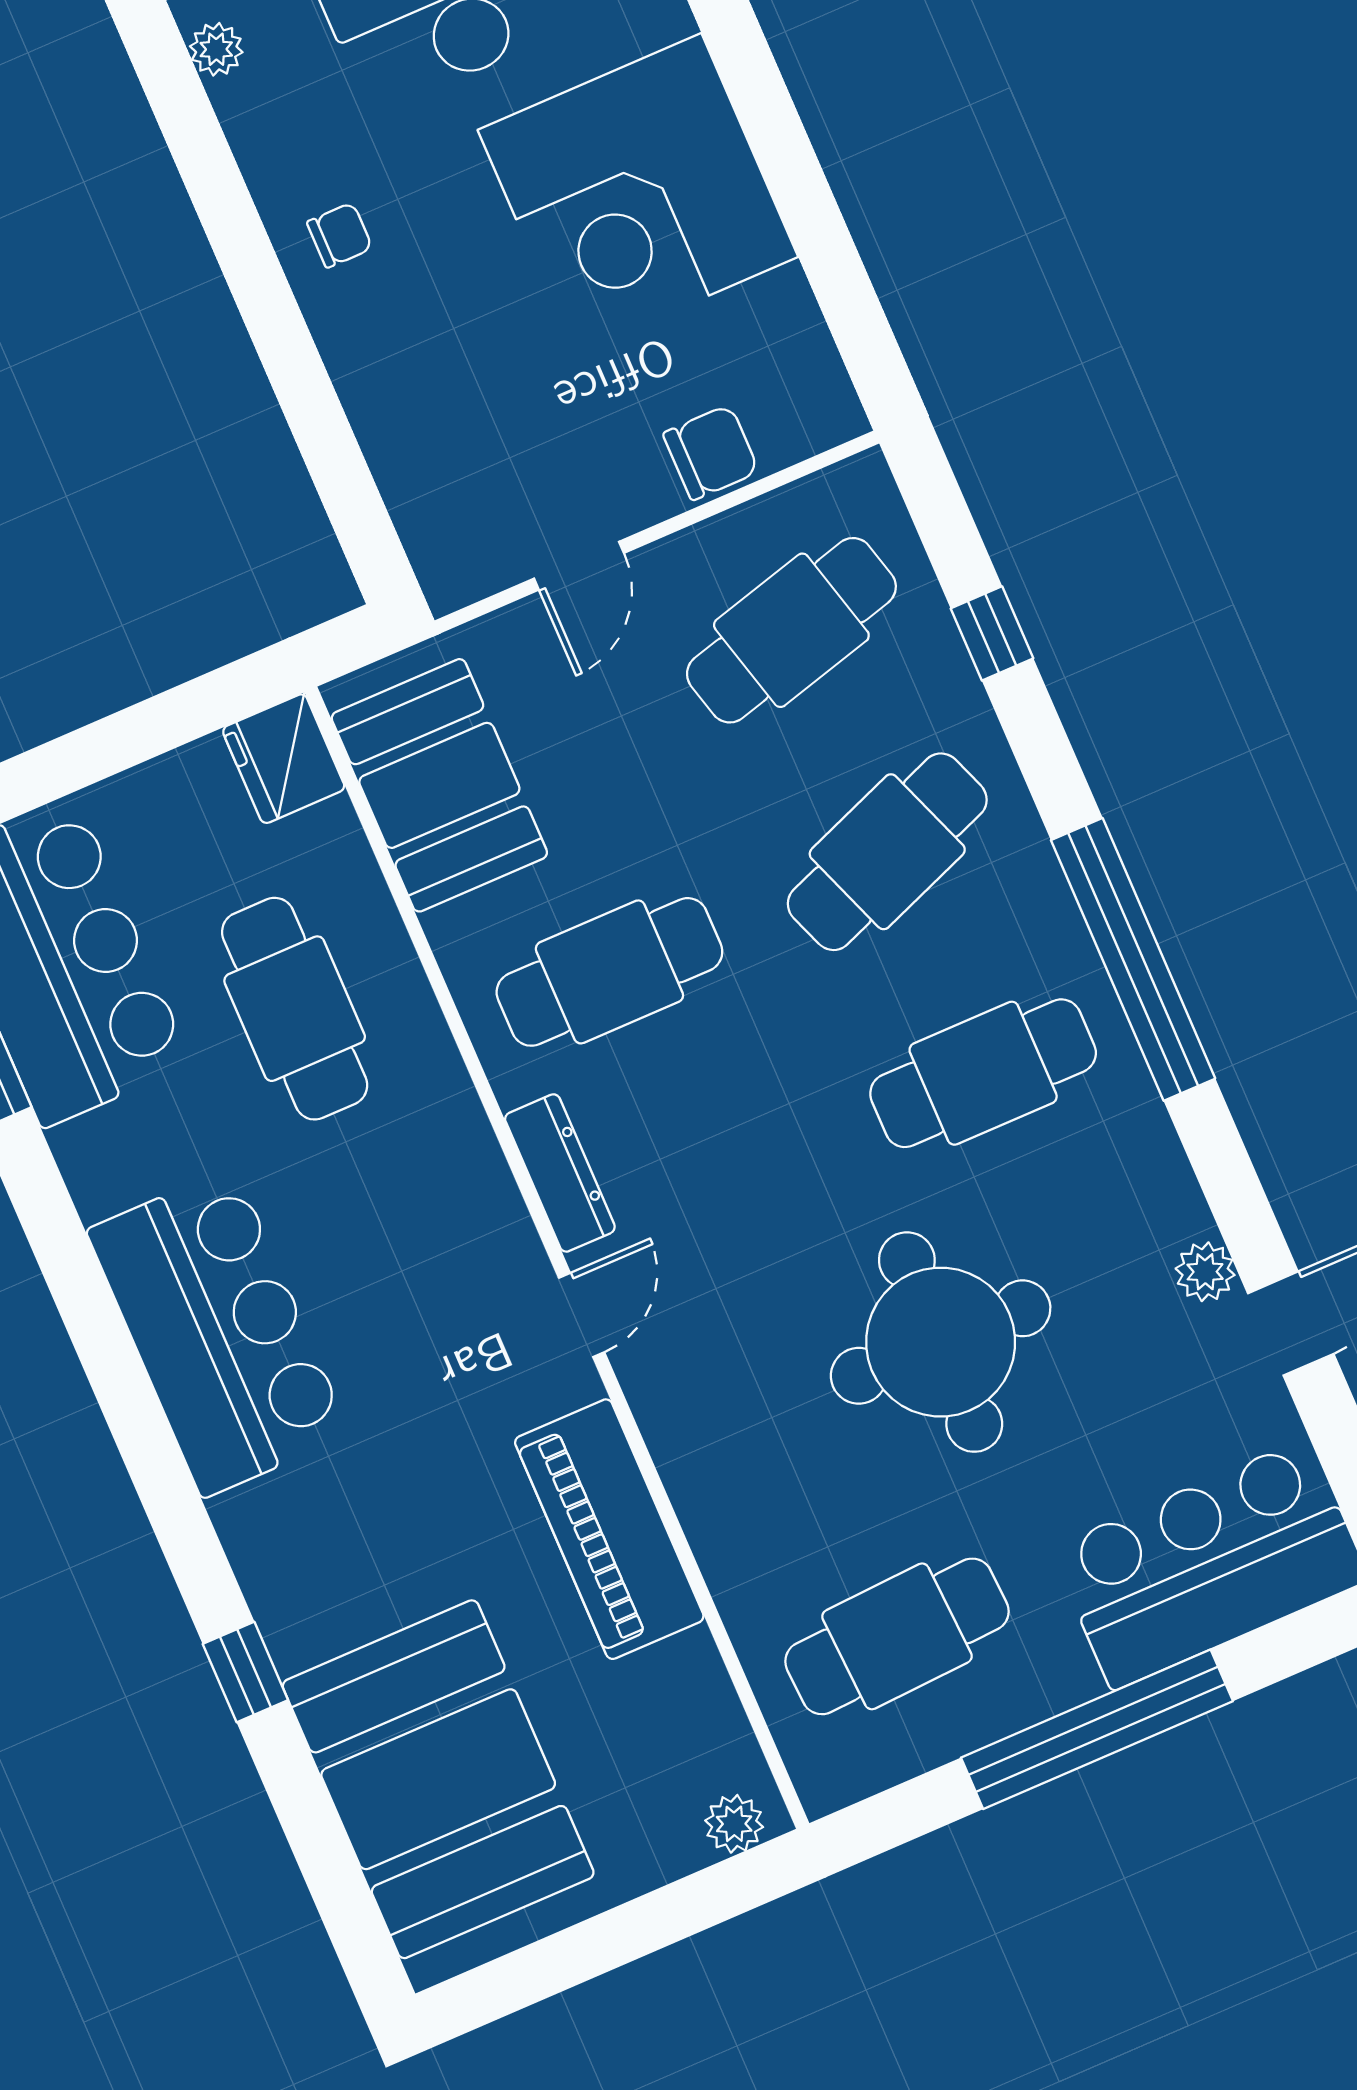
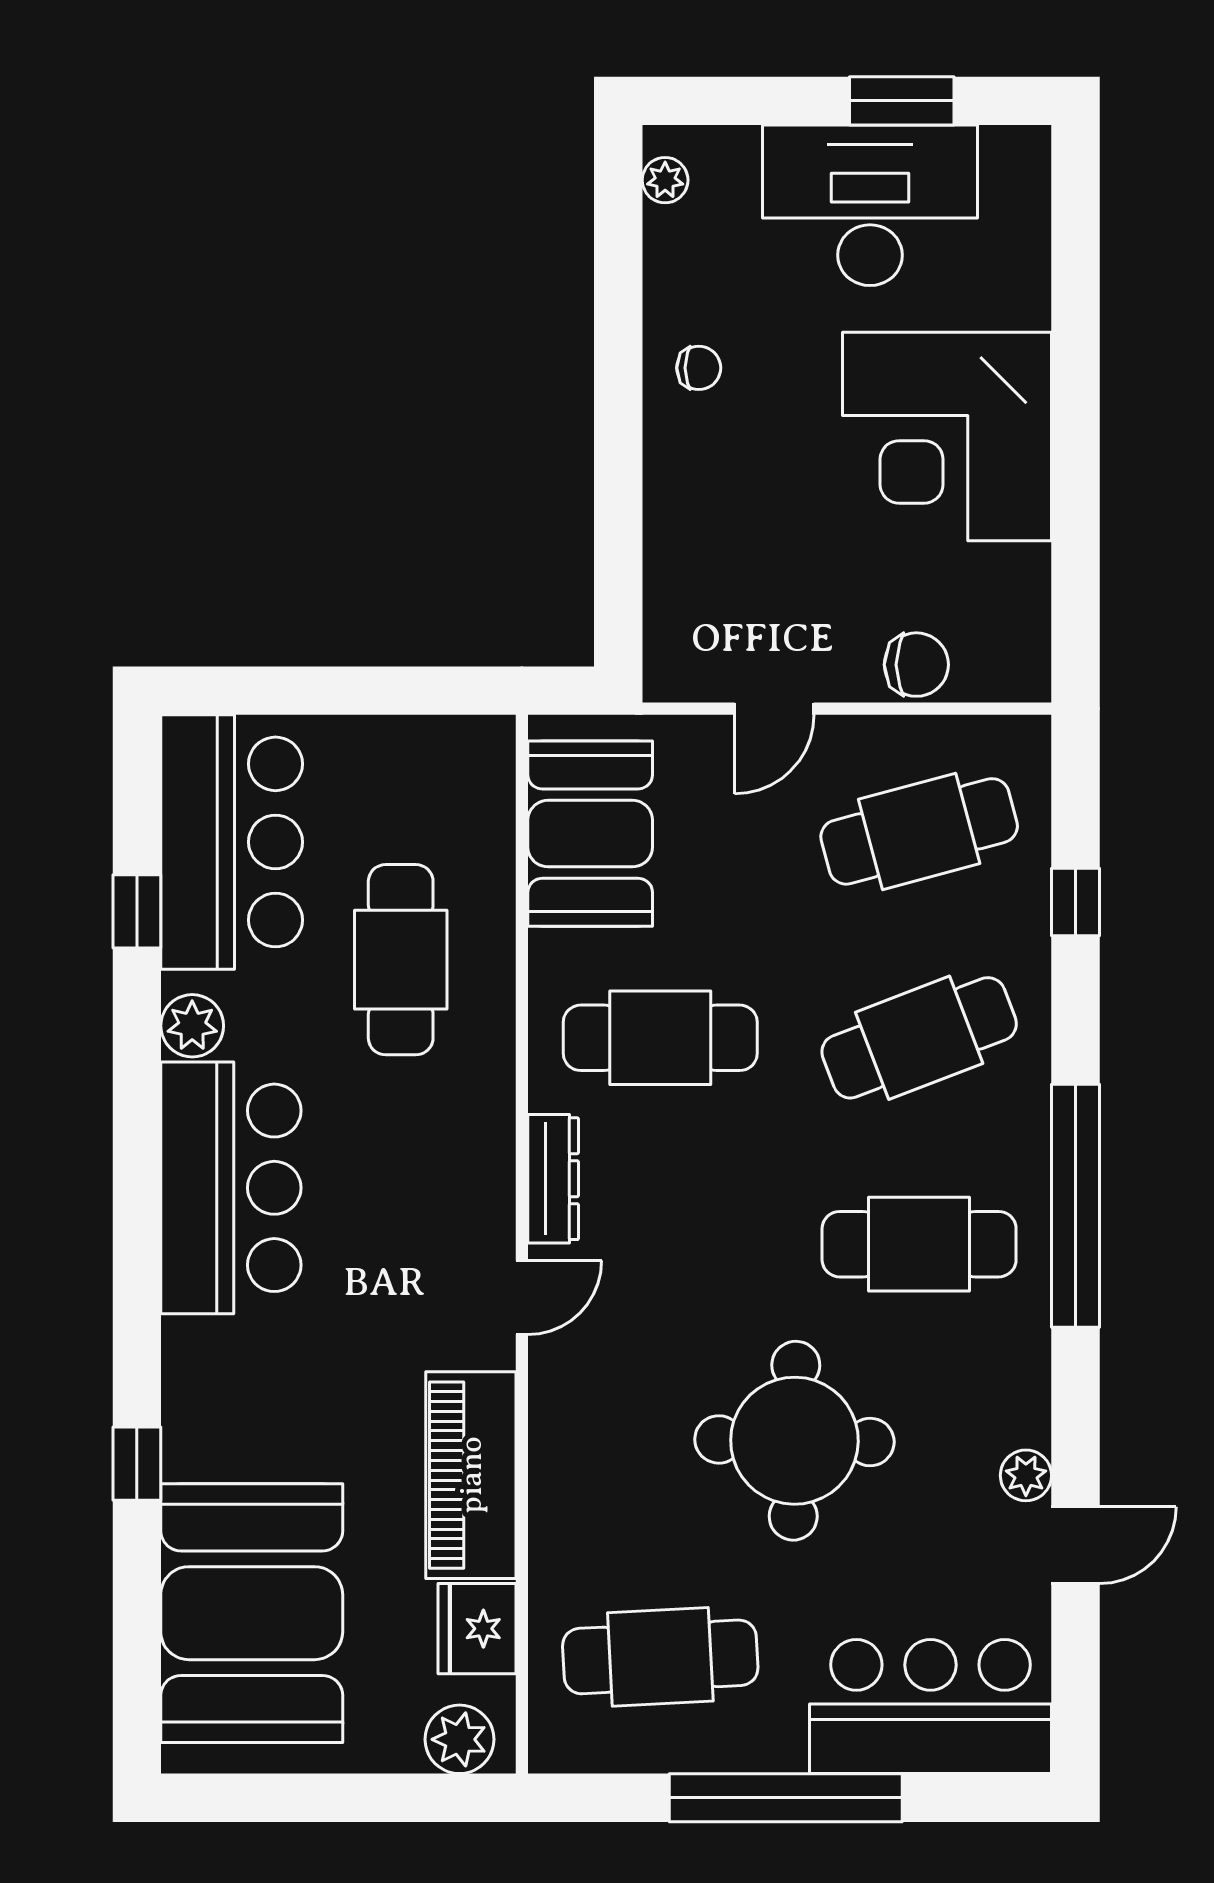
fridge: (284, 759) -> (477, 1629), moved
plant: (101, 1176) -> (192, 1026), added
plant: (734, 1824) -> (459, 1739), width x1.38, depth x1.38

